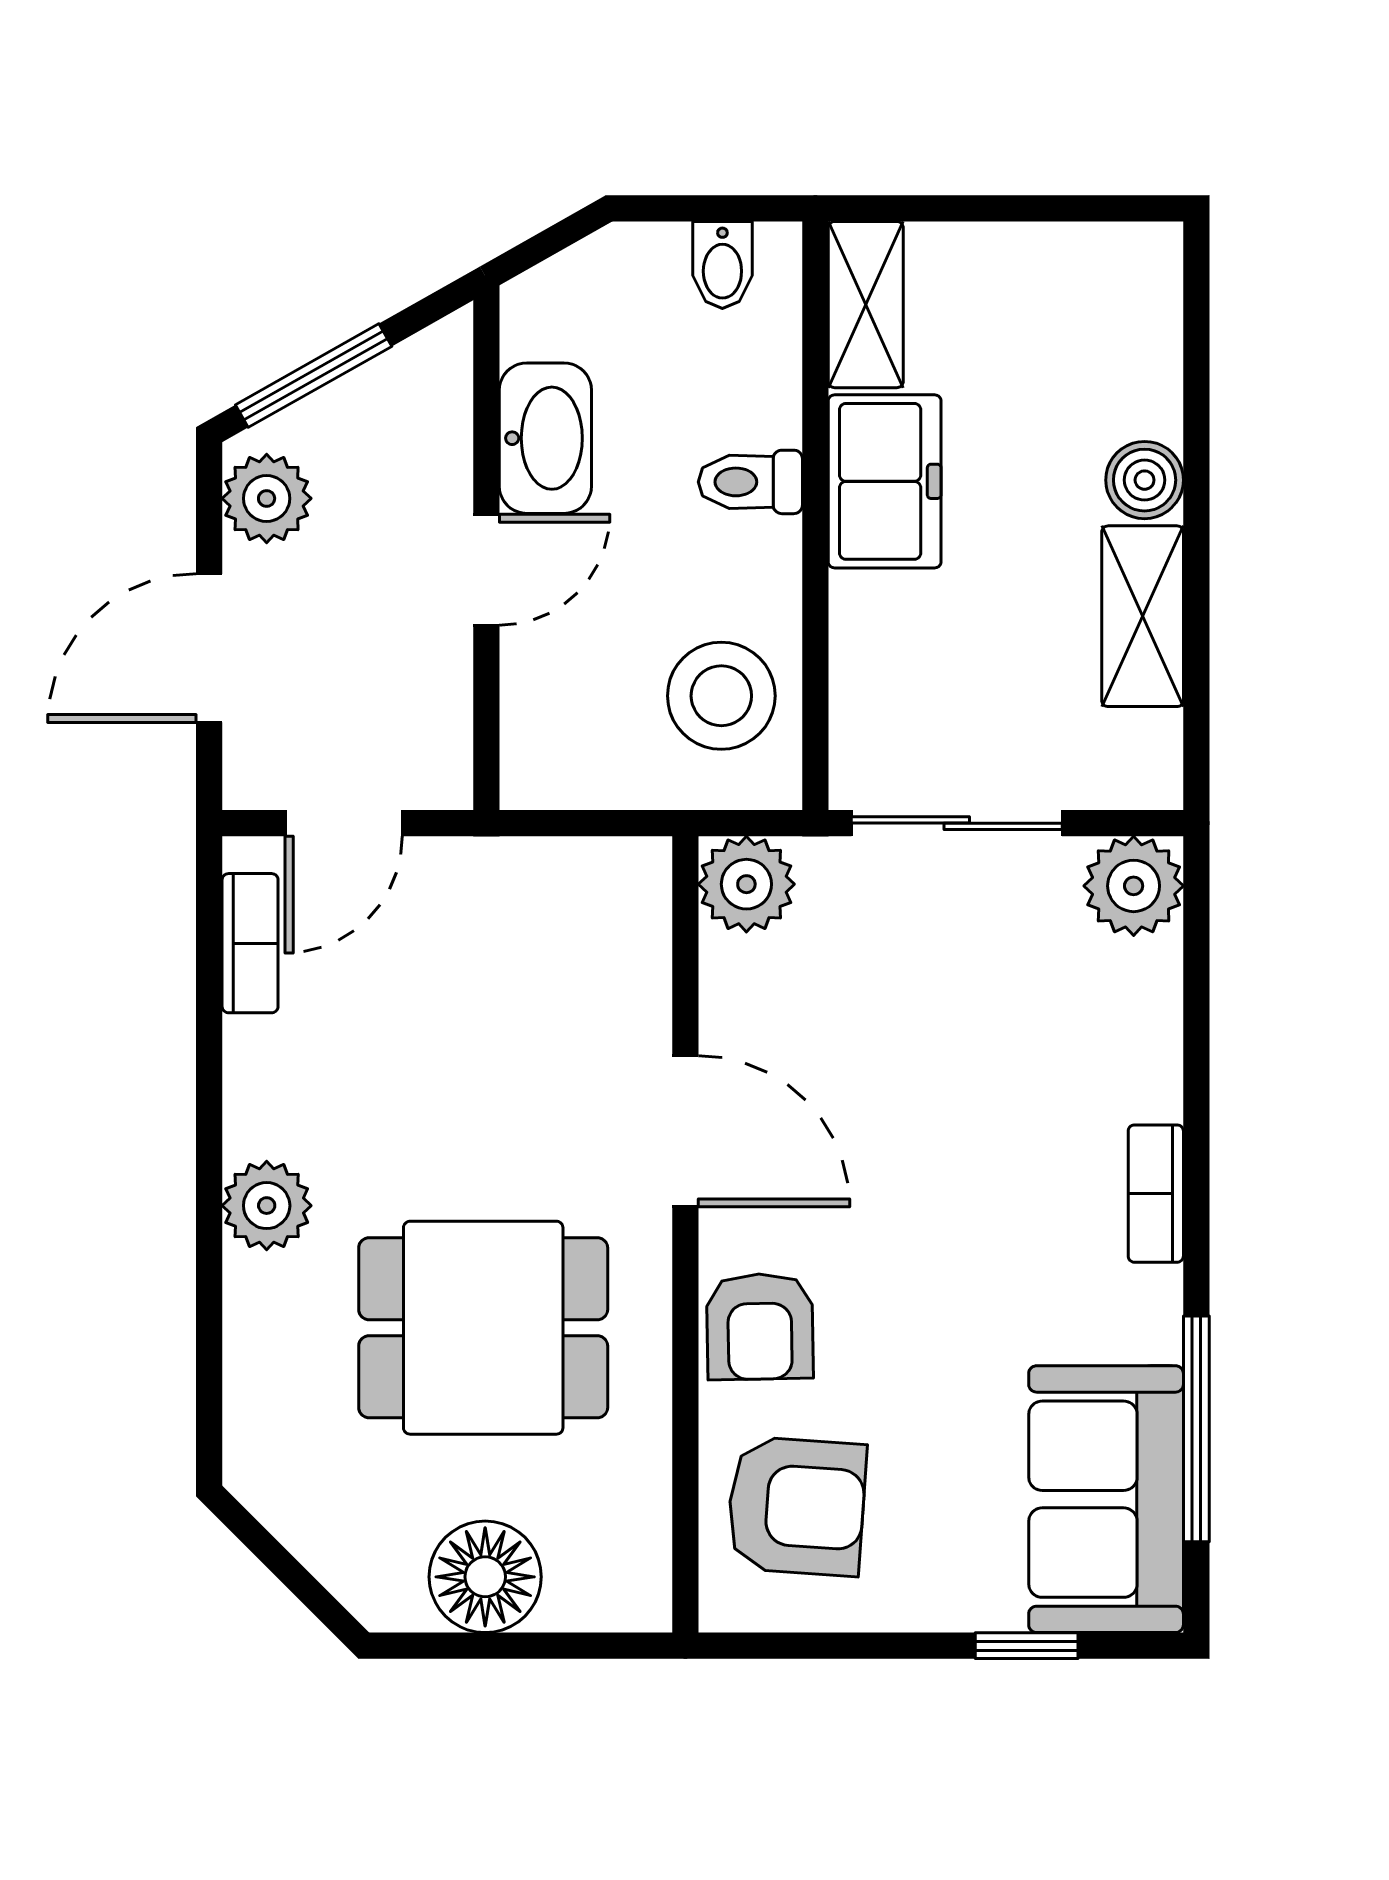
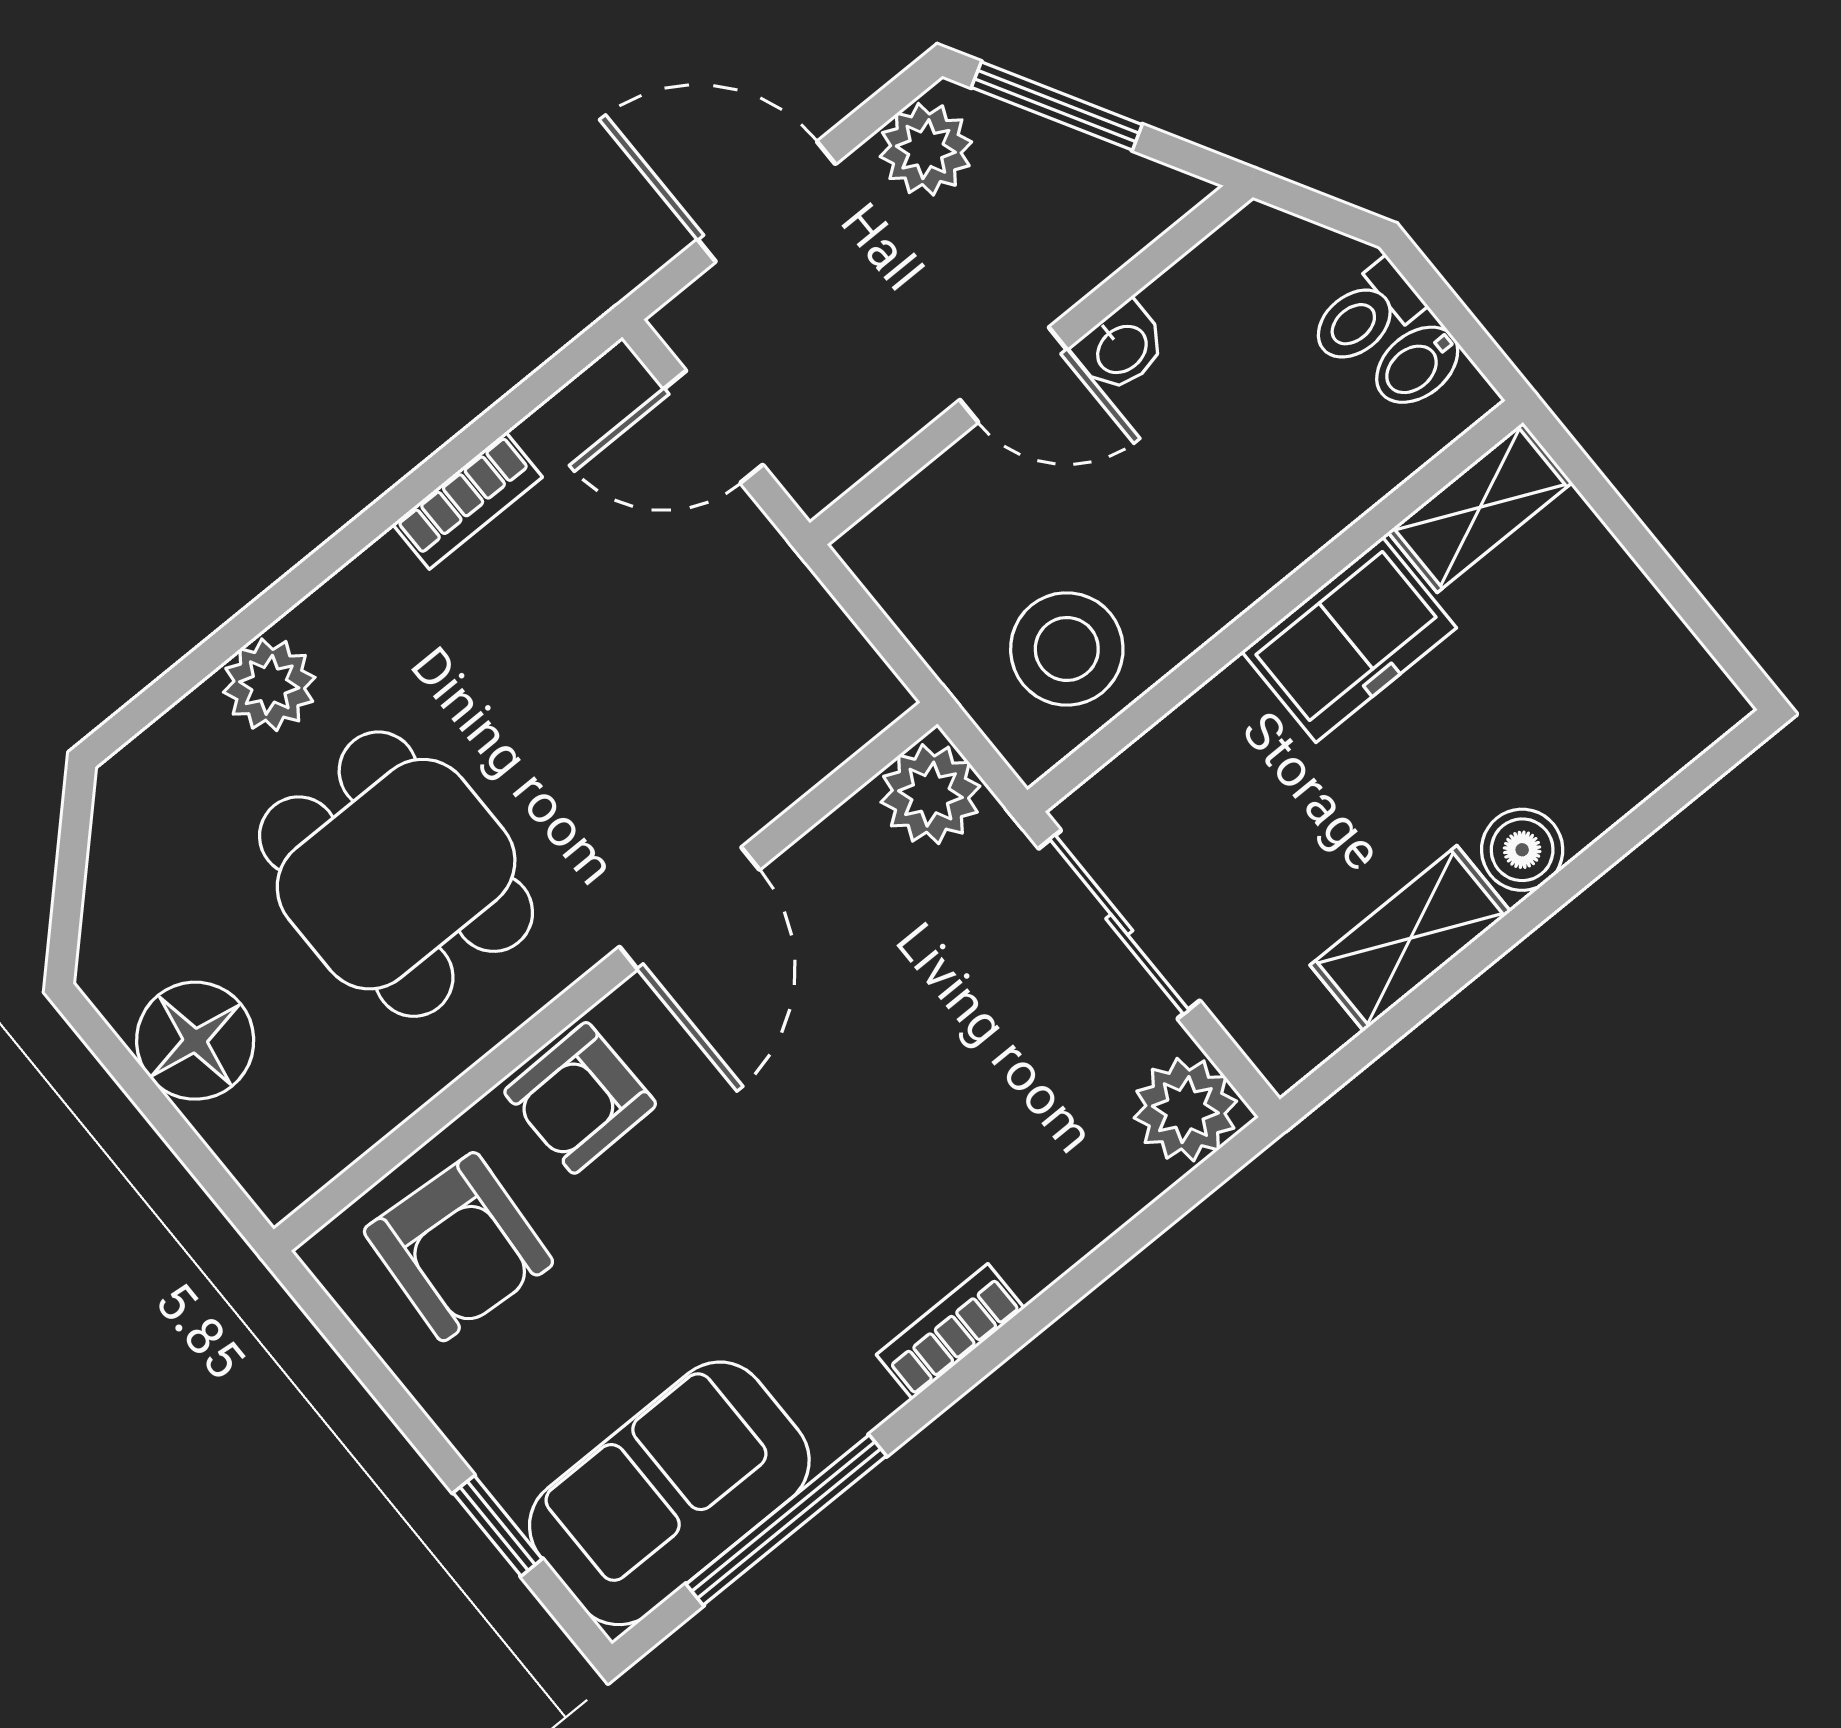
washbasin: (545, 438) -> (1121, 348), width x0.52, depth x0.69
toilet: (750, 482) -> (1365, 315), moved, turned -90
bookcase: (250, 943) -> (468, 501), moved
plant: (267, 1206) -> (269, 685), moved

